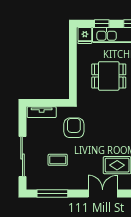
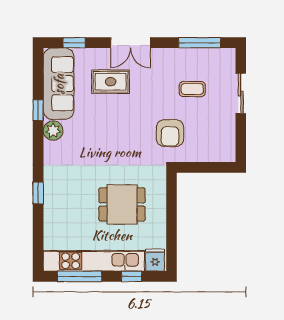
tv unit: (42, 112) -> (214, 155), removed
sliding door: (22, 157) -> (241, 94), width x0.73

